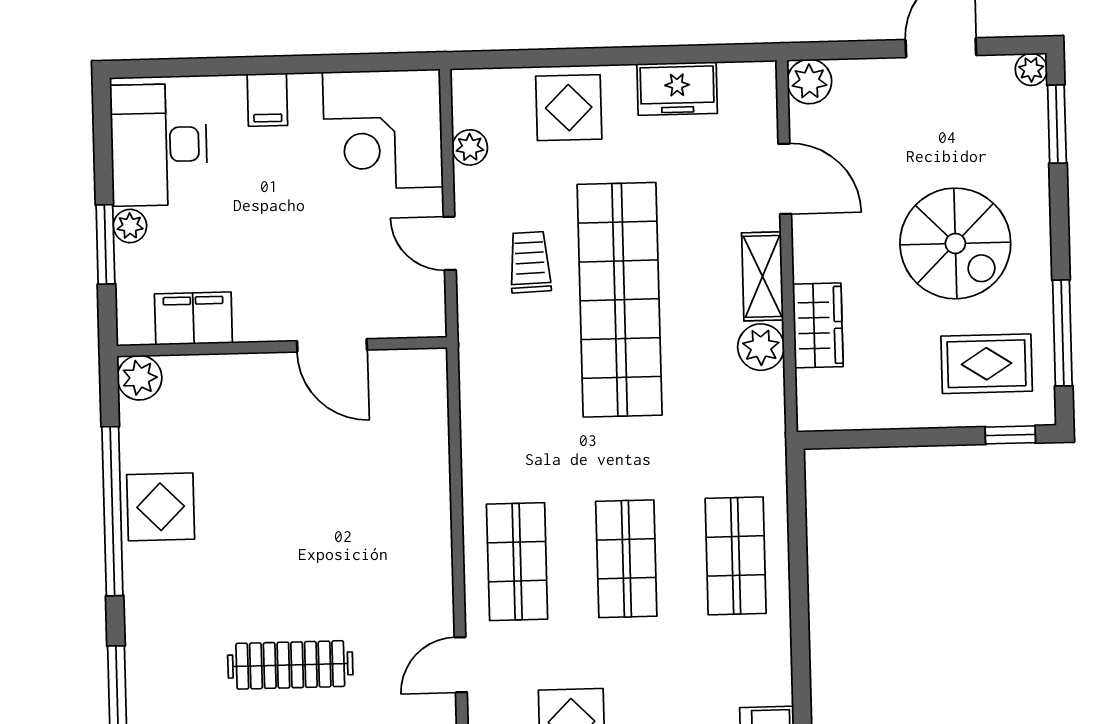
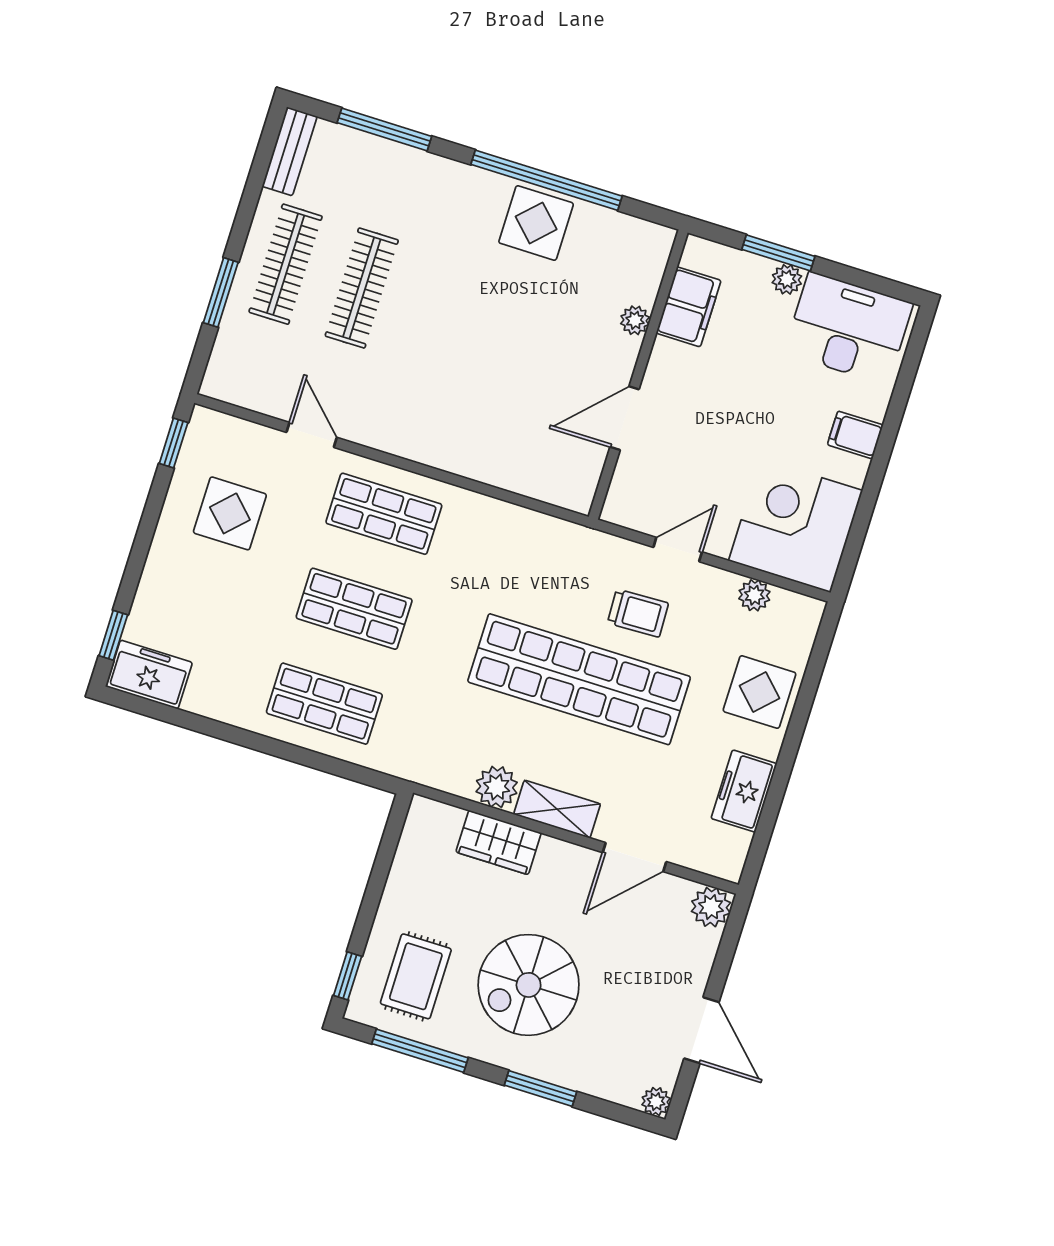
window: (1057, 124) -> (540, 1089), moved
plant: (140, 378) -> (635, 320), moved, width x0.73, depth x0.73

